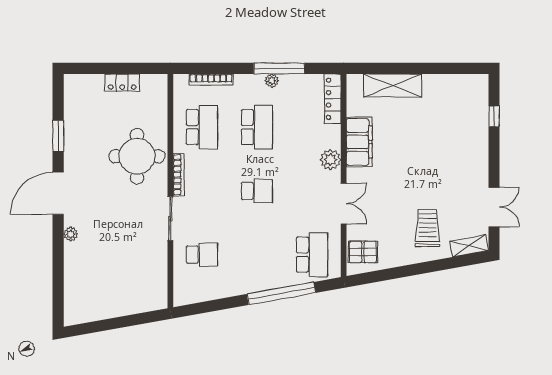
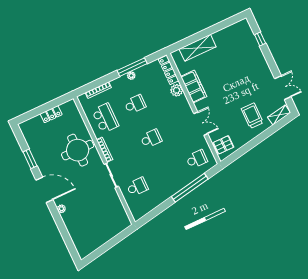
school desk: (257, 127) -> (135, 104), width x0.54
plant: (330, 160) -> (177, 90), moved
door: (58, 193) -> (44, 190), swing flipped
school desk: (312, 255) -> (197, 159), width x0.54

